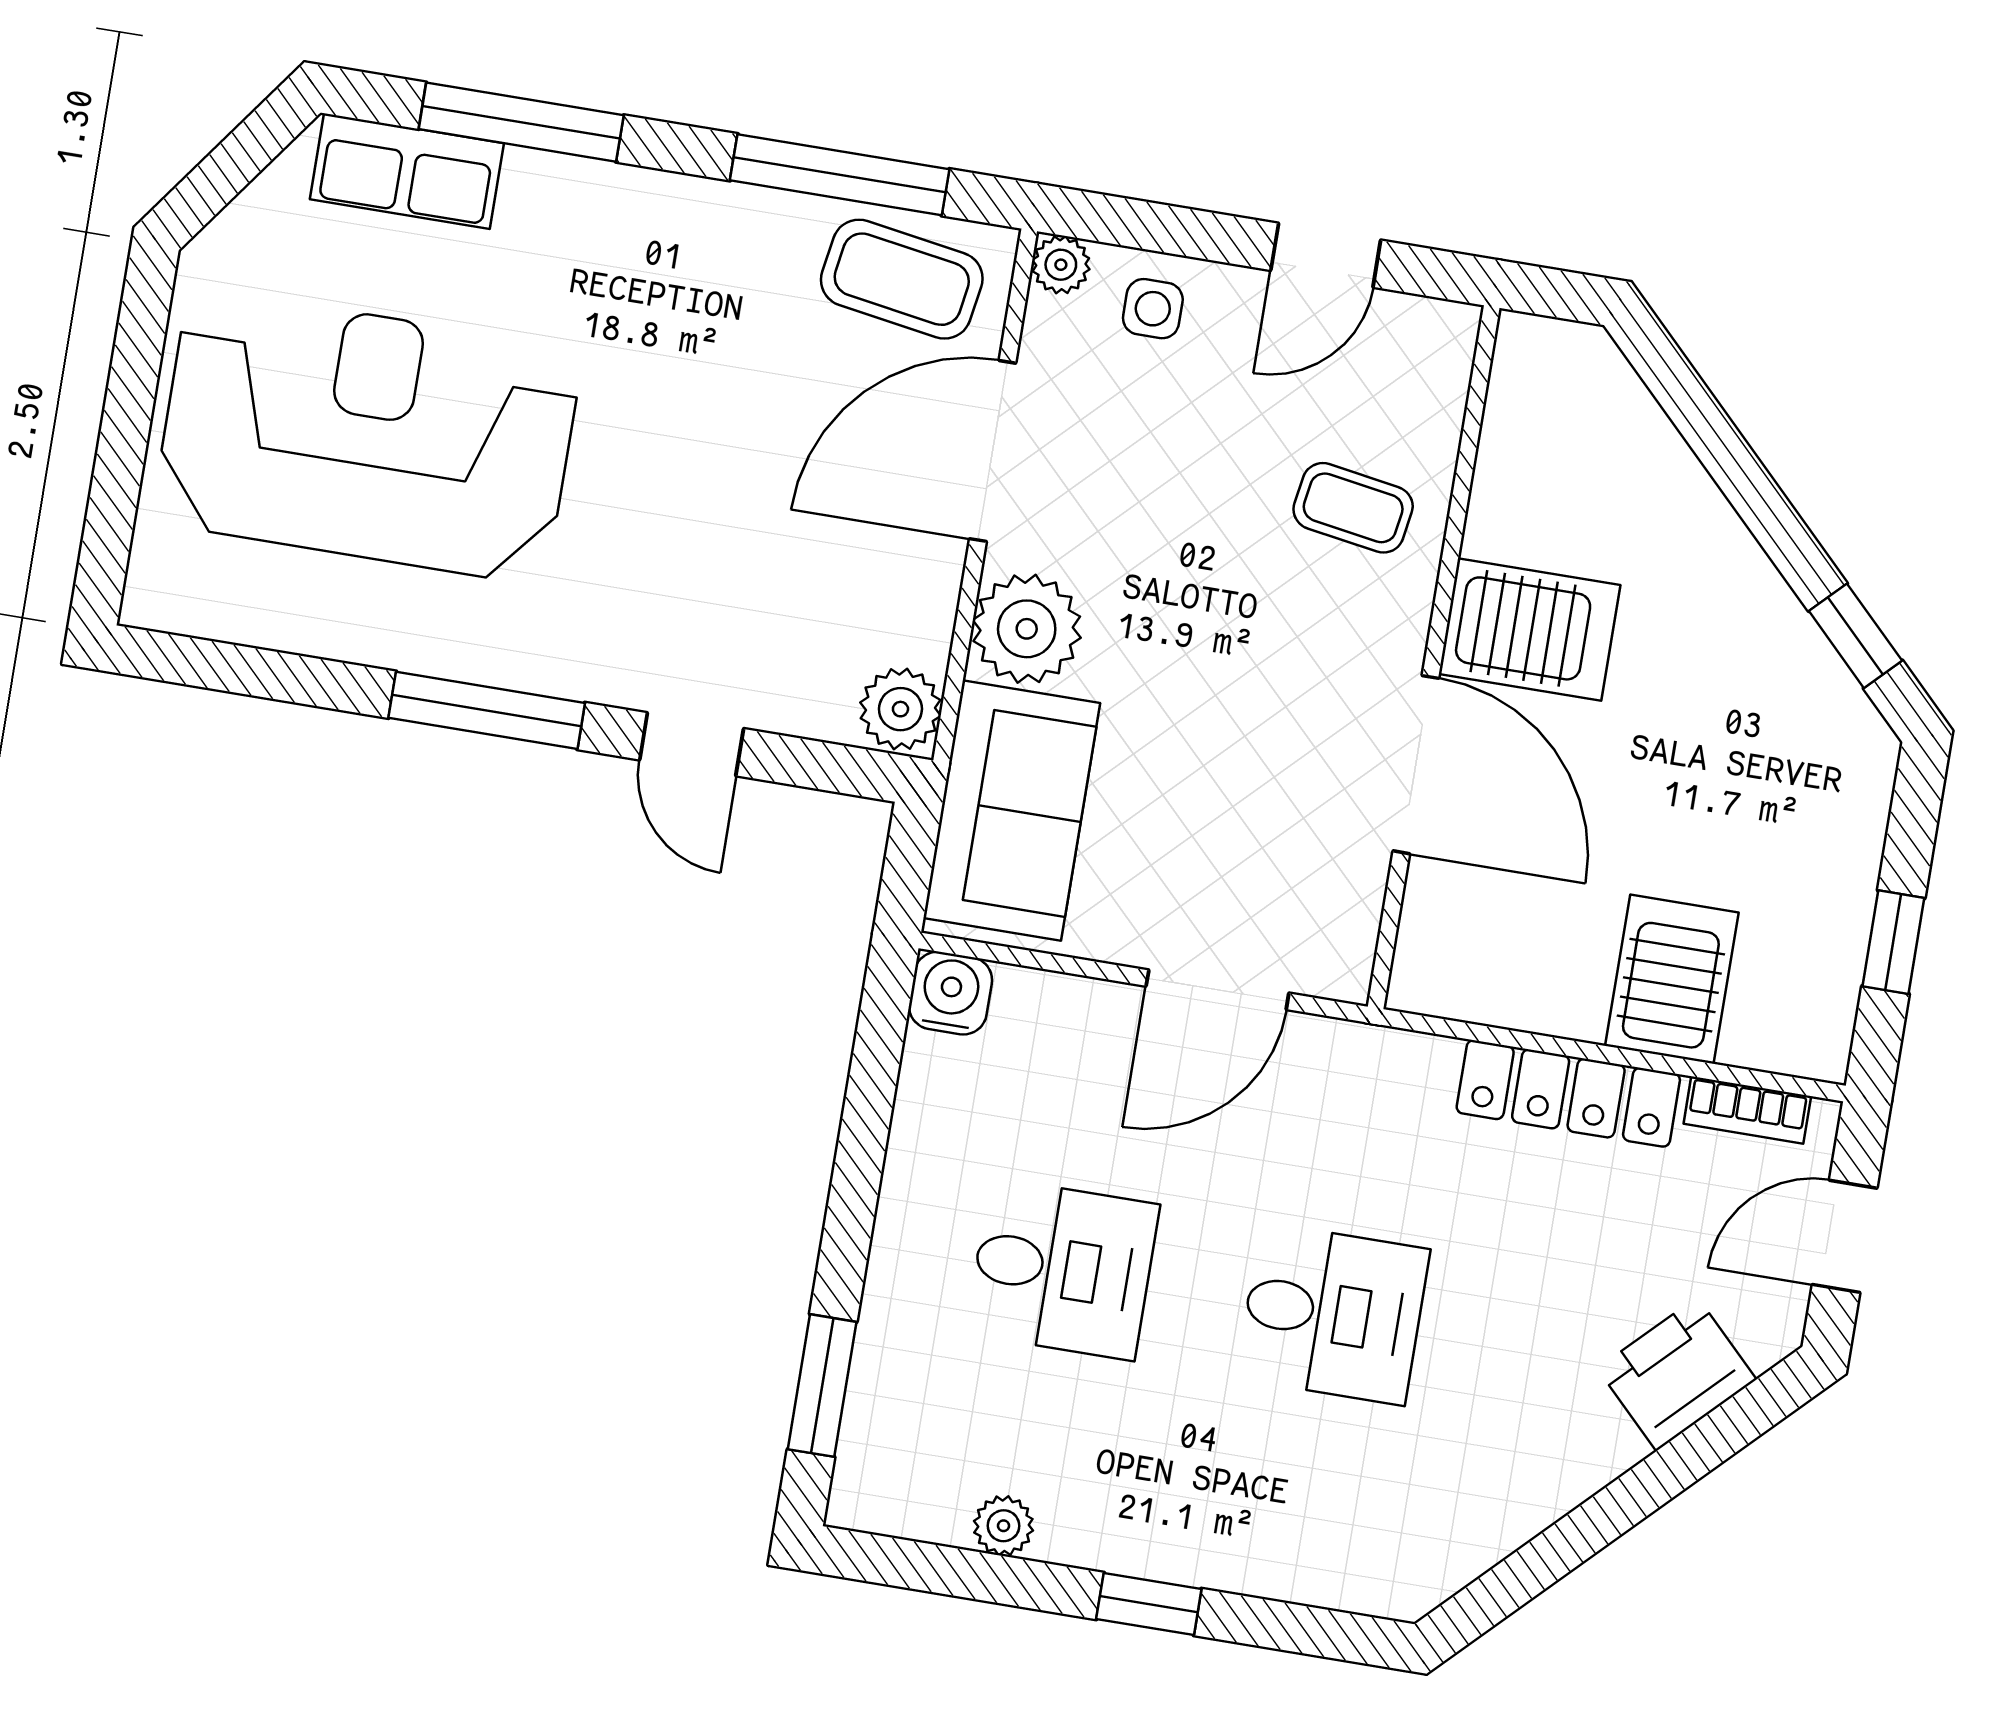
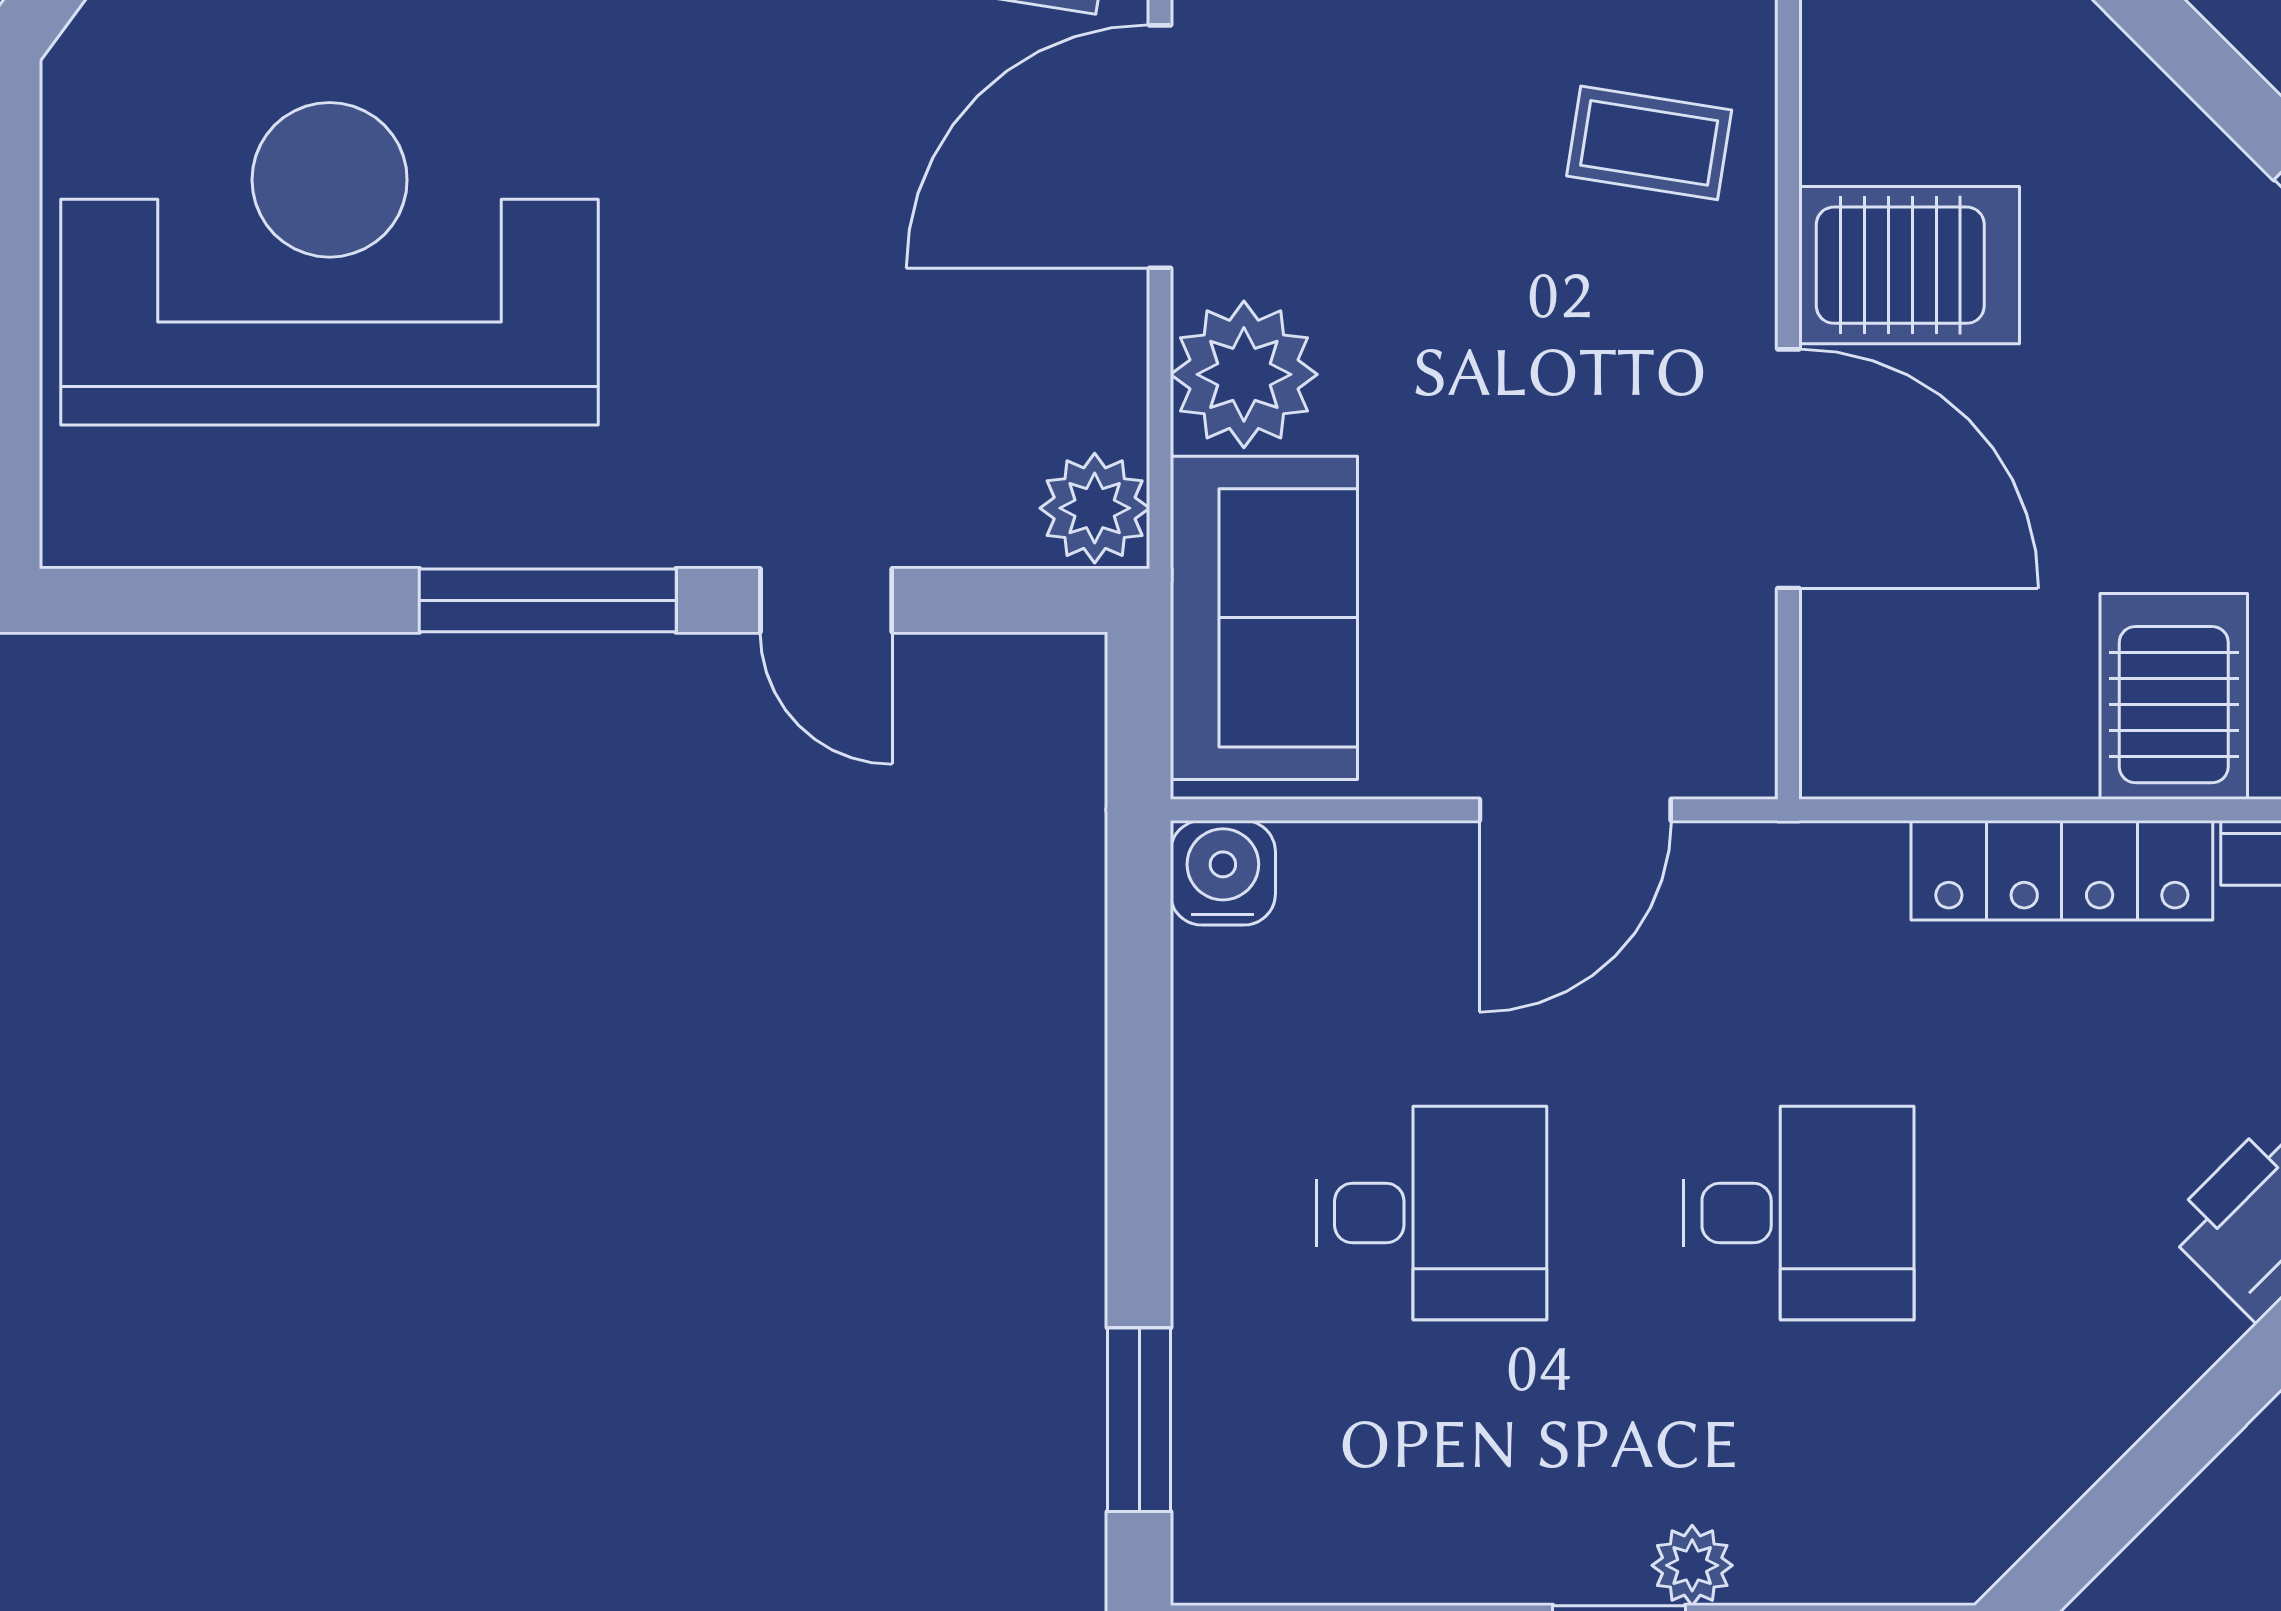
plant: (1003, 1526) -> (1692, 1565), moved

